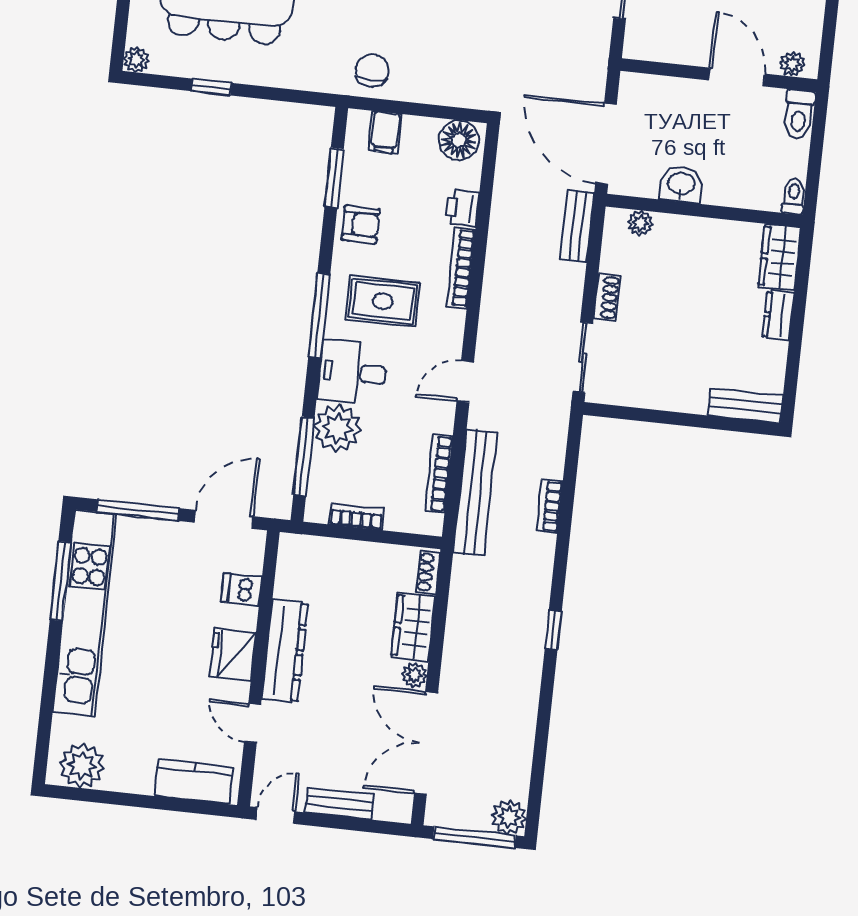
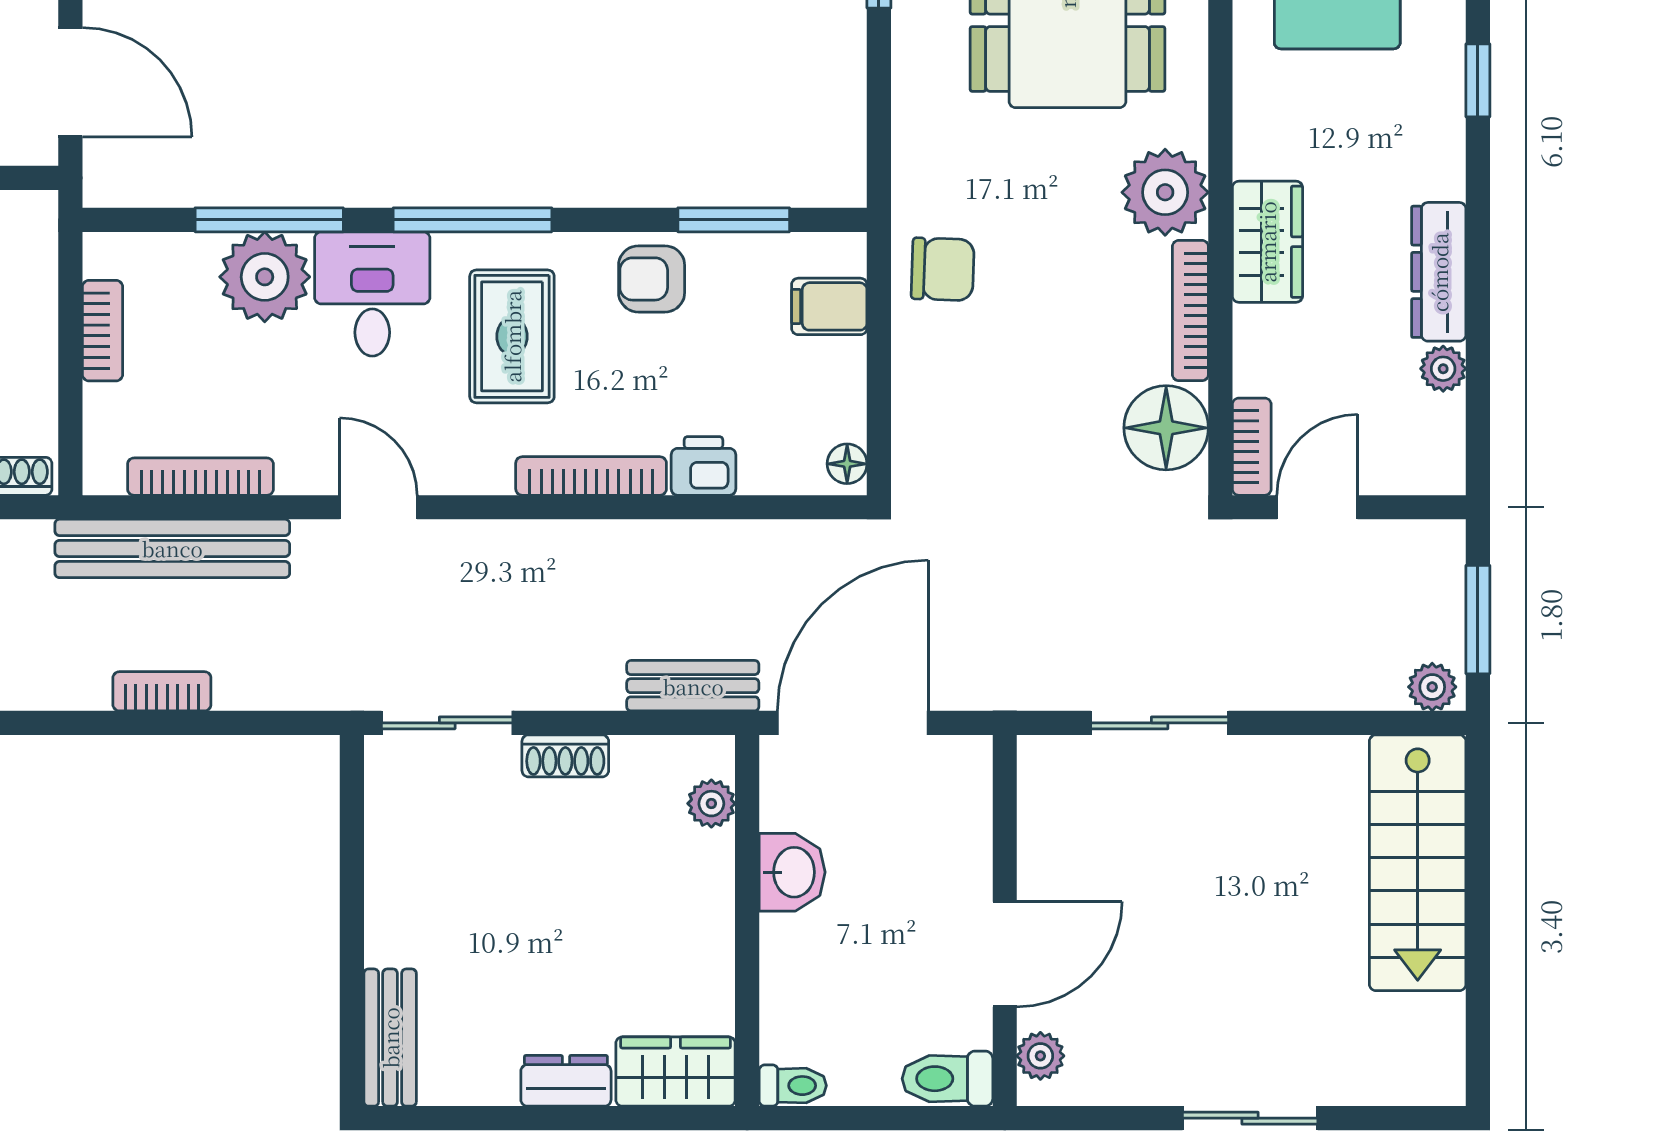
floor lamp: (459, 140) -> (847, 464), width x0.53, depth x0.53
armchair: (361, 224) -> (652, 279), turned 90
window: (304, 456) -> (269, 220), moved

